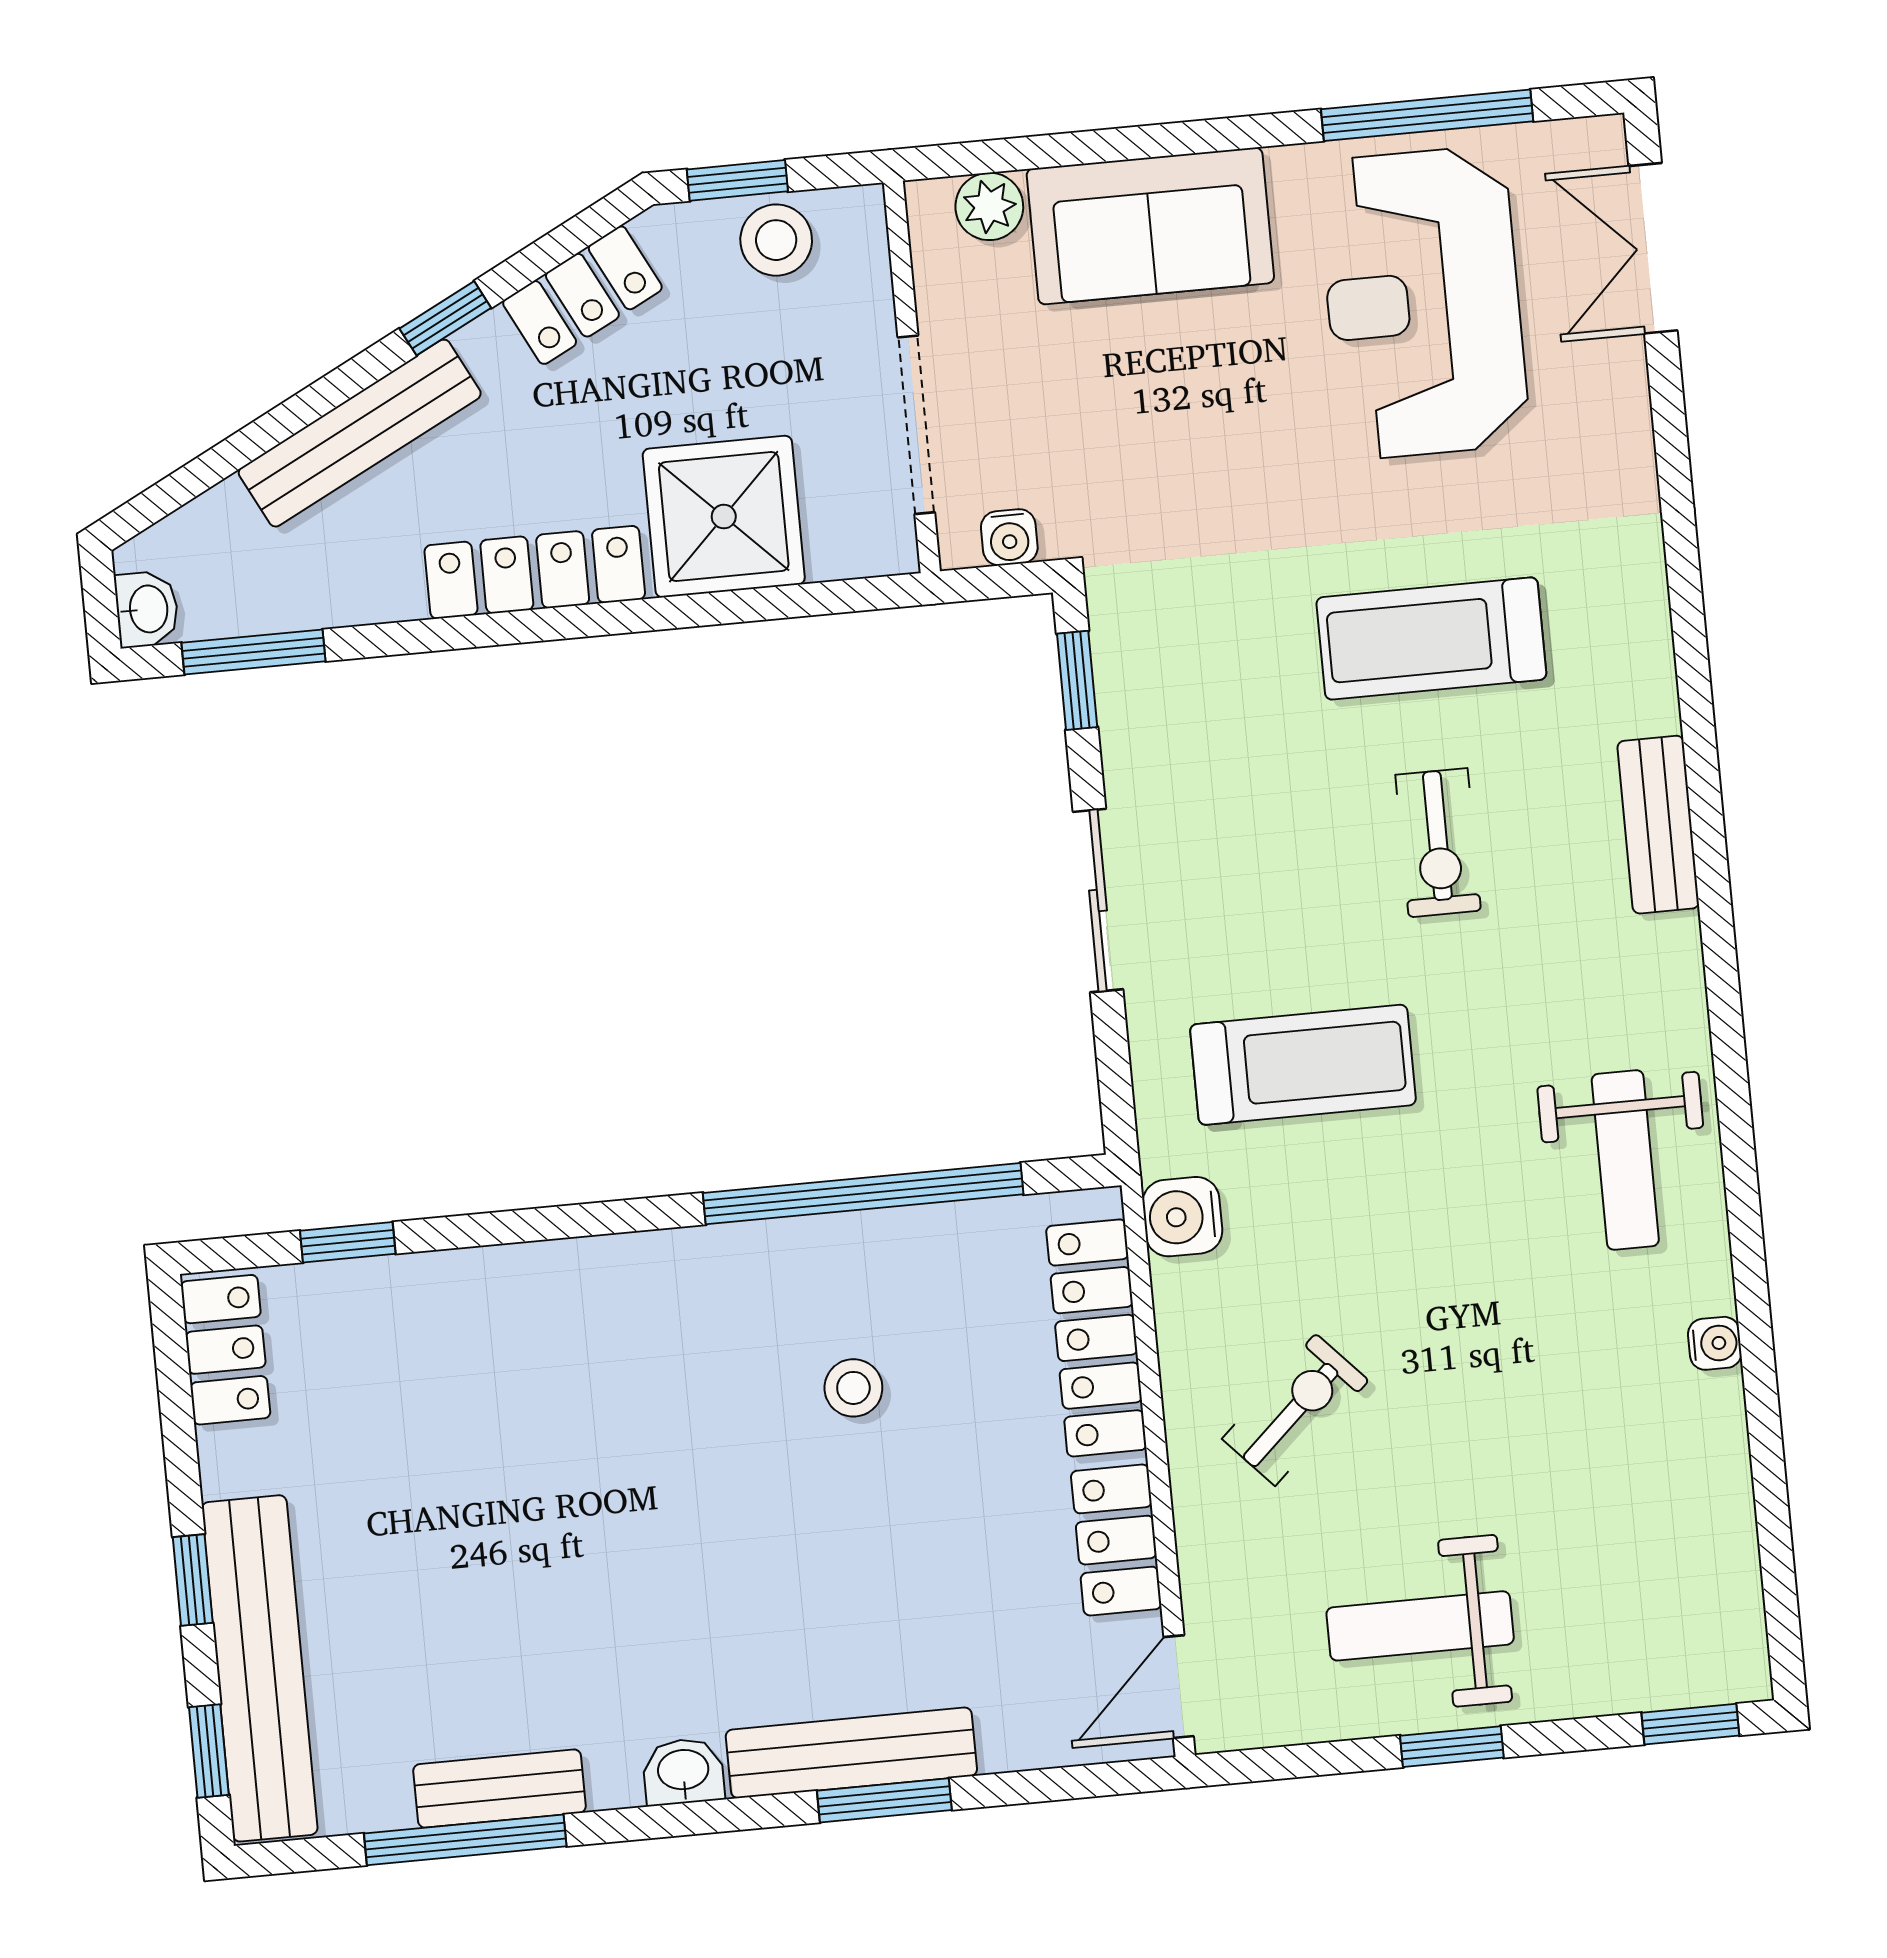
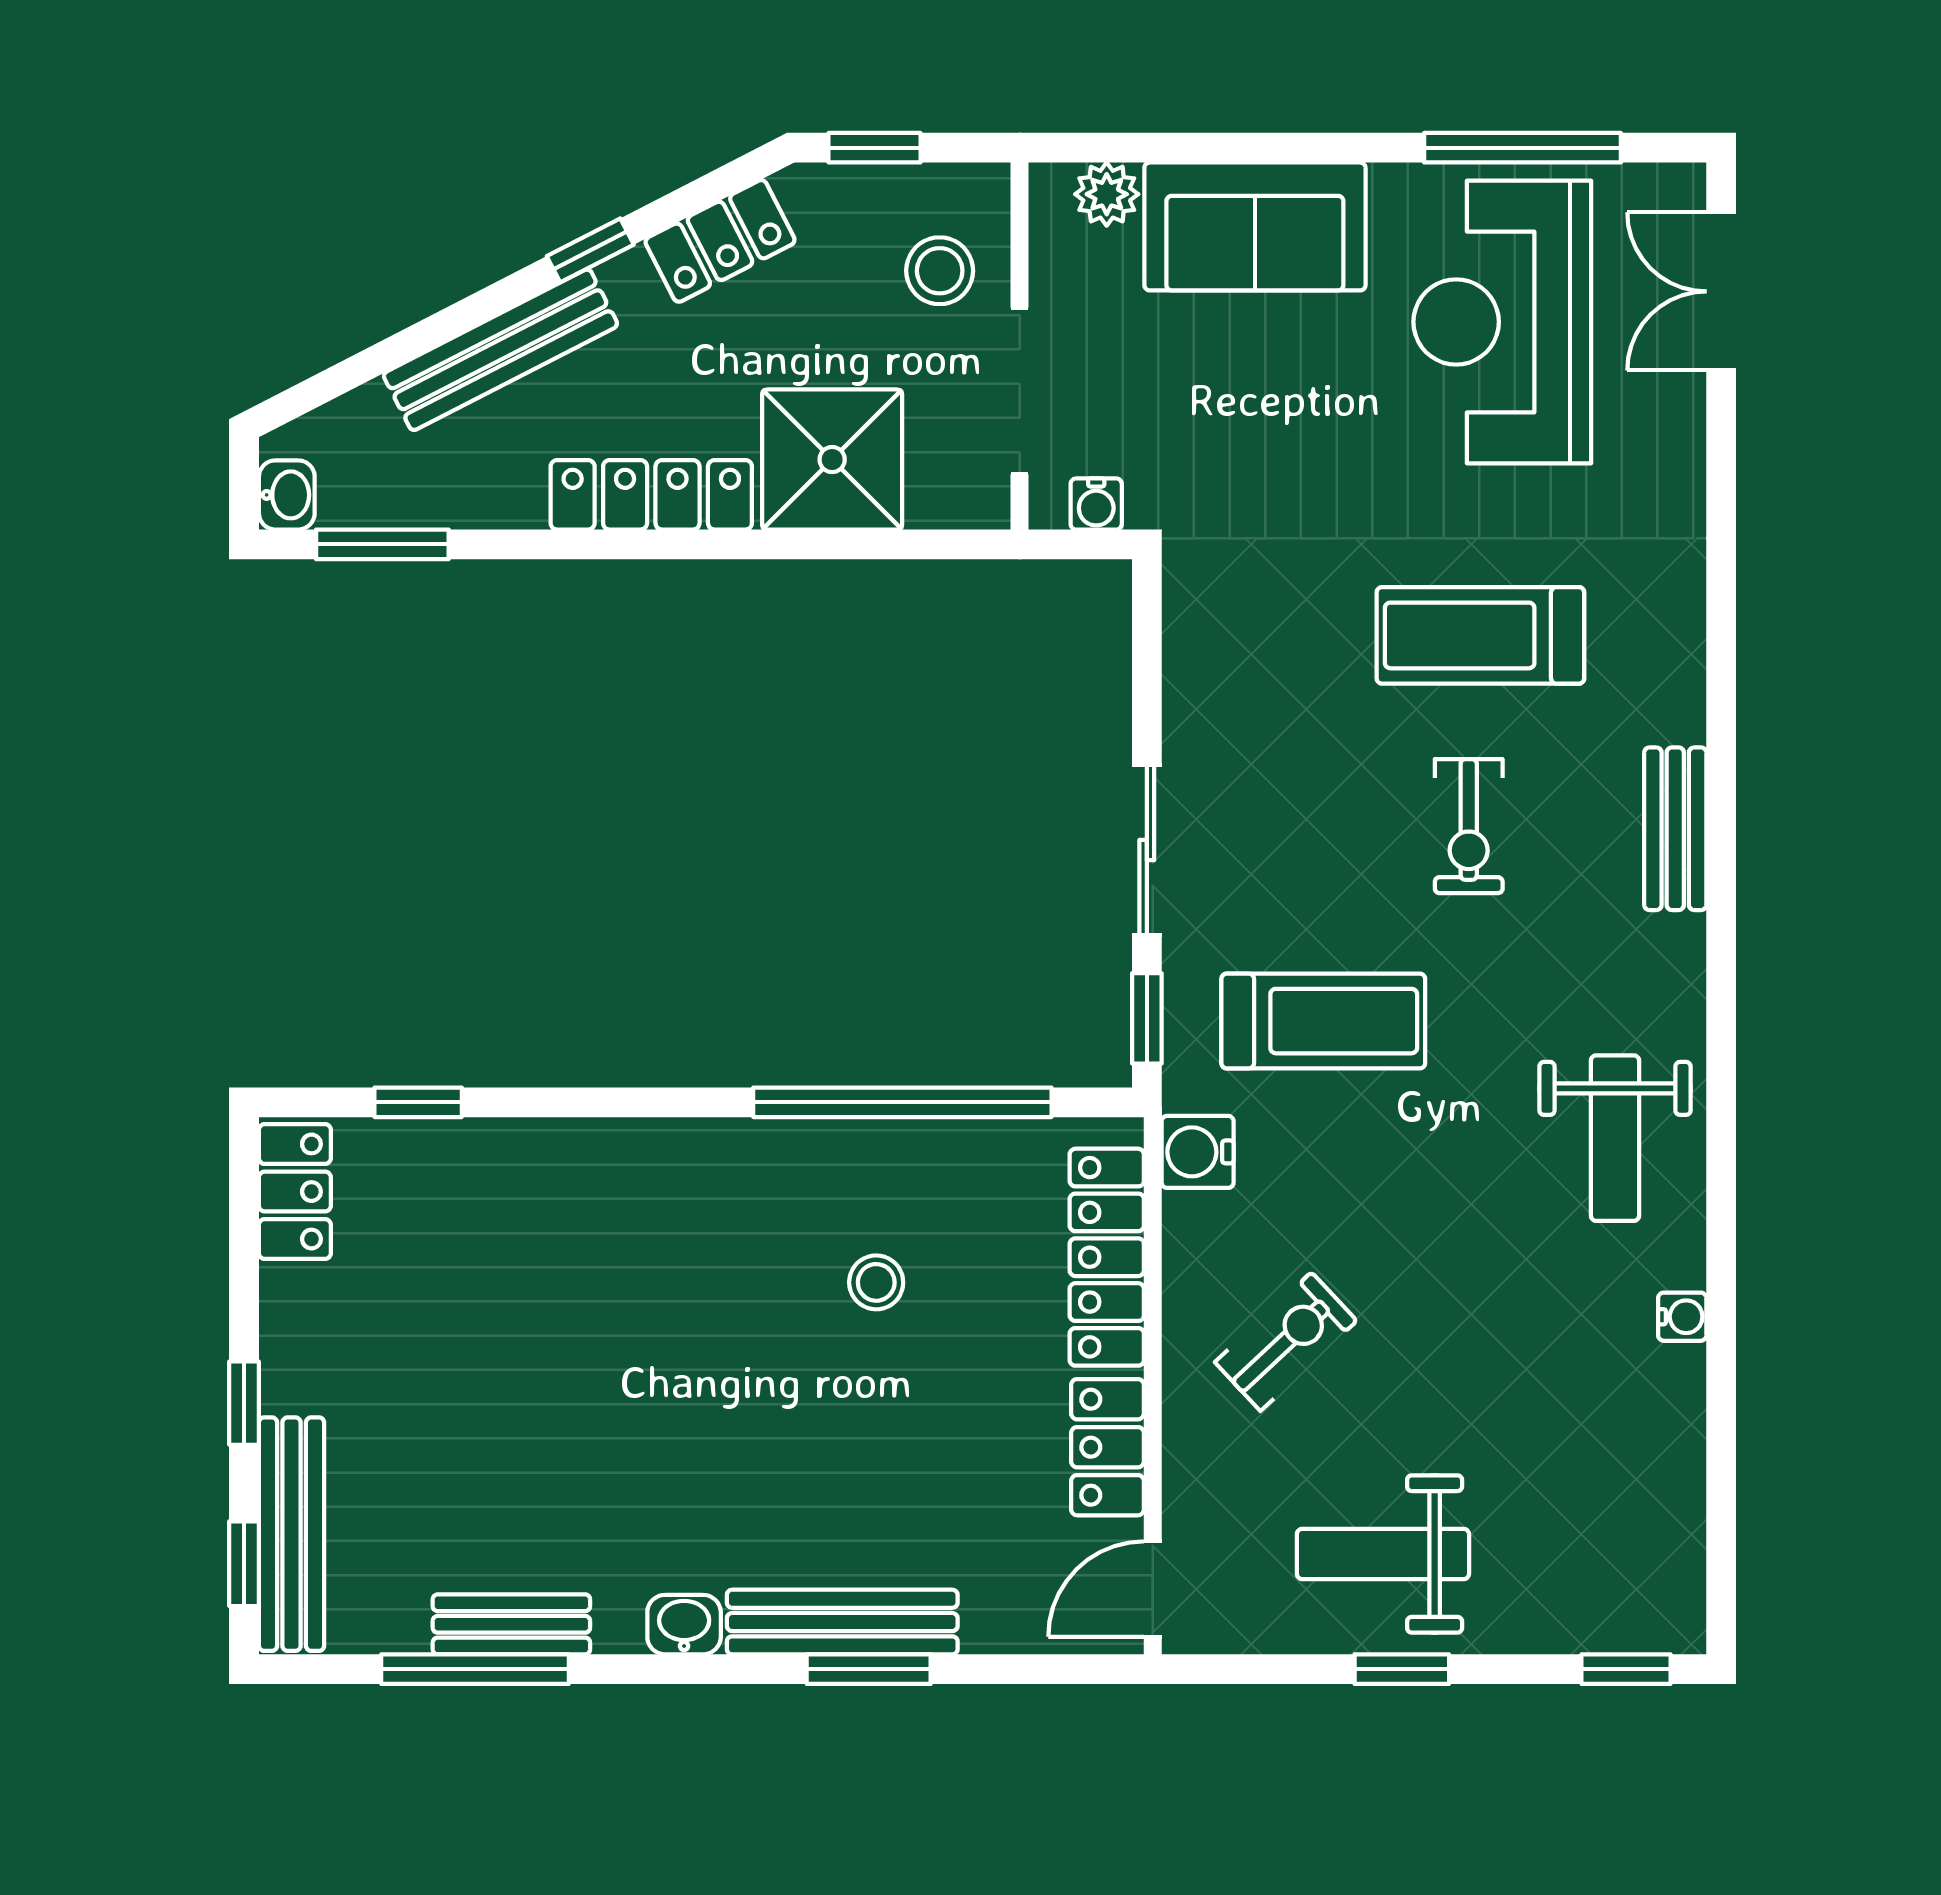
stool: (776, 240) -> (940, 271), moved
window: (1077, 680) -> (1147, 1018), moved
bench: (260, 1668) -> (292, 1534), width x0.73, depth x0.82

